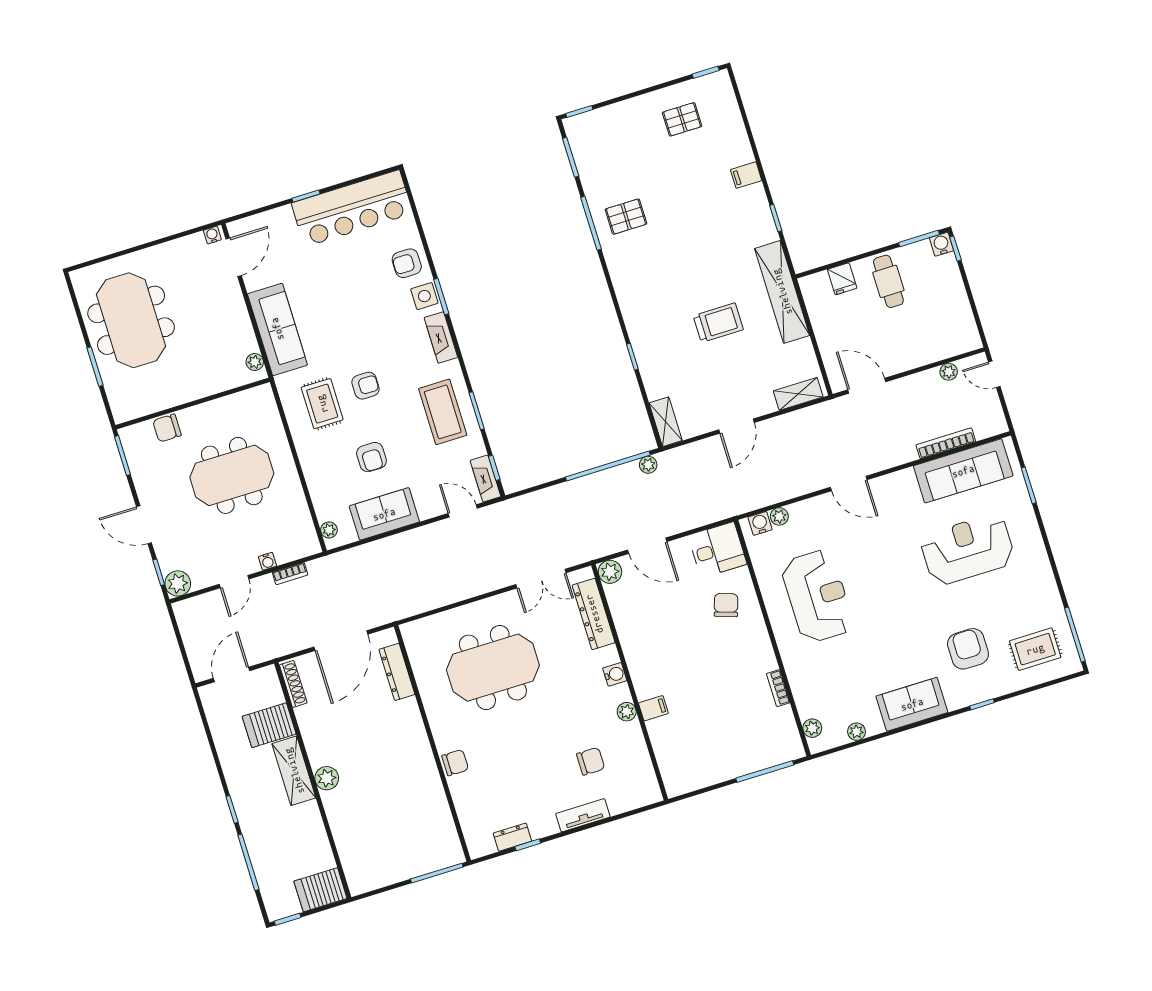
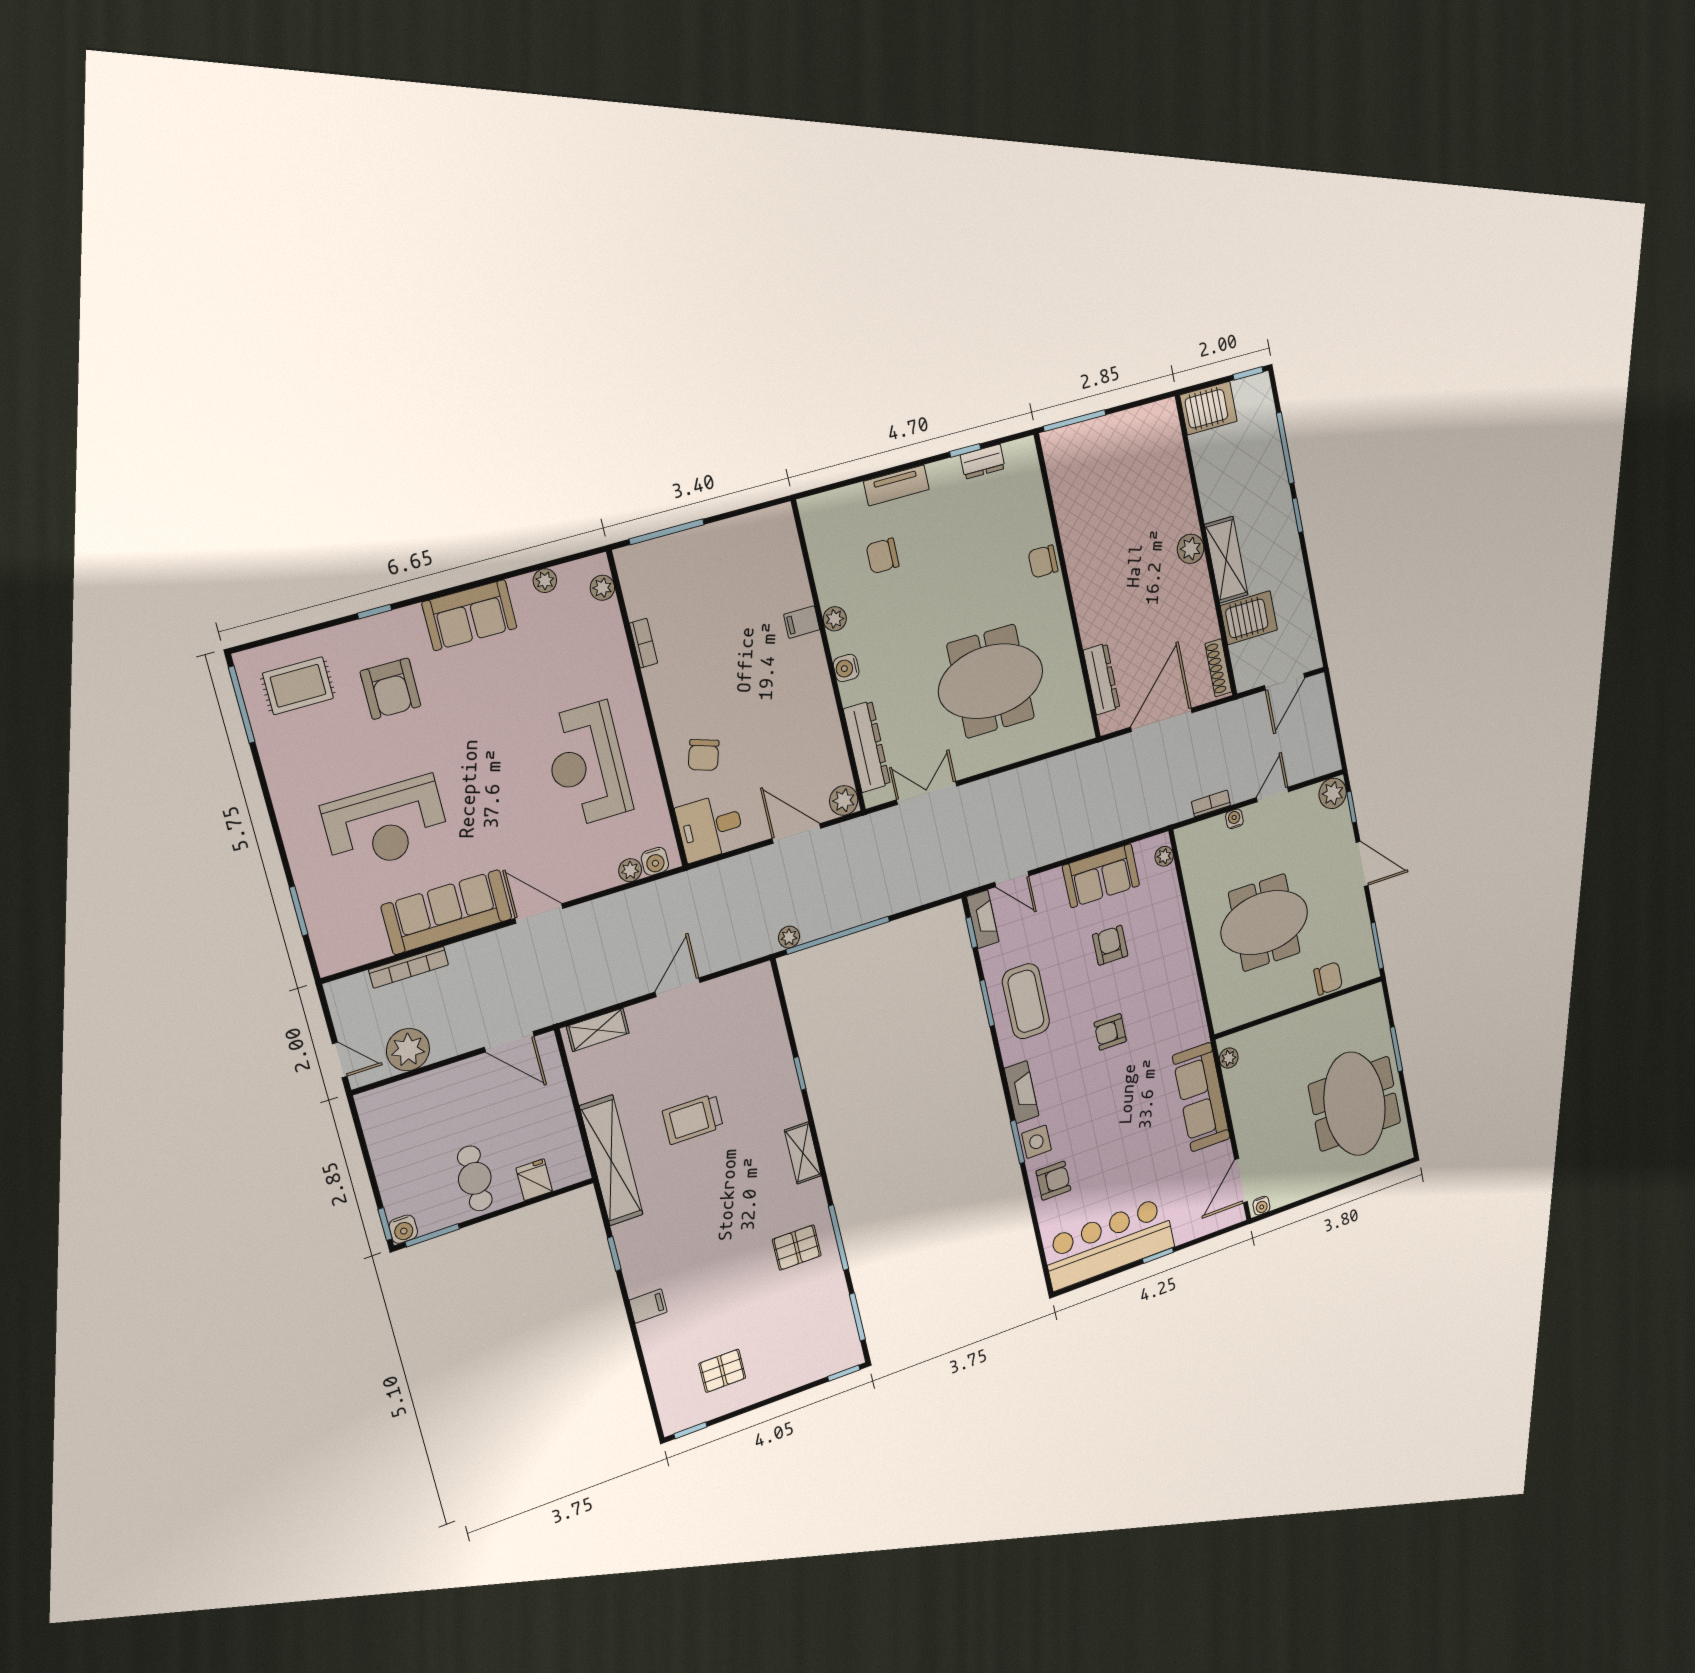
plant: (949, 372) -> (408, 1050), width x1.88, depth x1.88
rug: (322, 404) -> (1160, 1010), removed
shelving: (666, 422) -> (803, 1153), moved
sofa: (963, 471) -> (447, 912), moved

